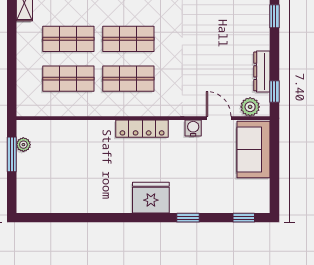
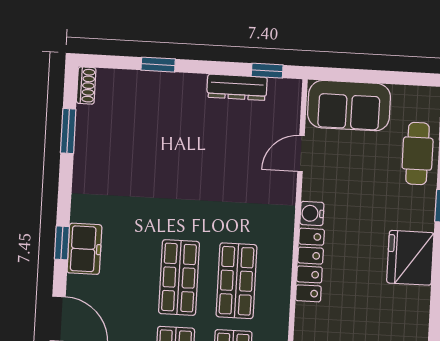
plant: (250, 107) -> (287, 107), removed
water cooler: (193, 128) -> (312, 213), moved
cafe table: (223, 199) -> (418, 154), added

